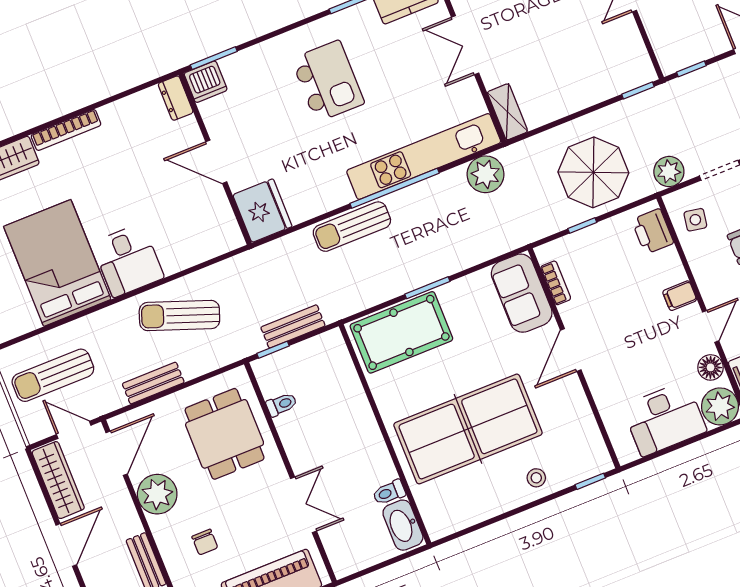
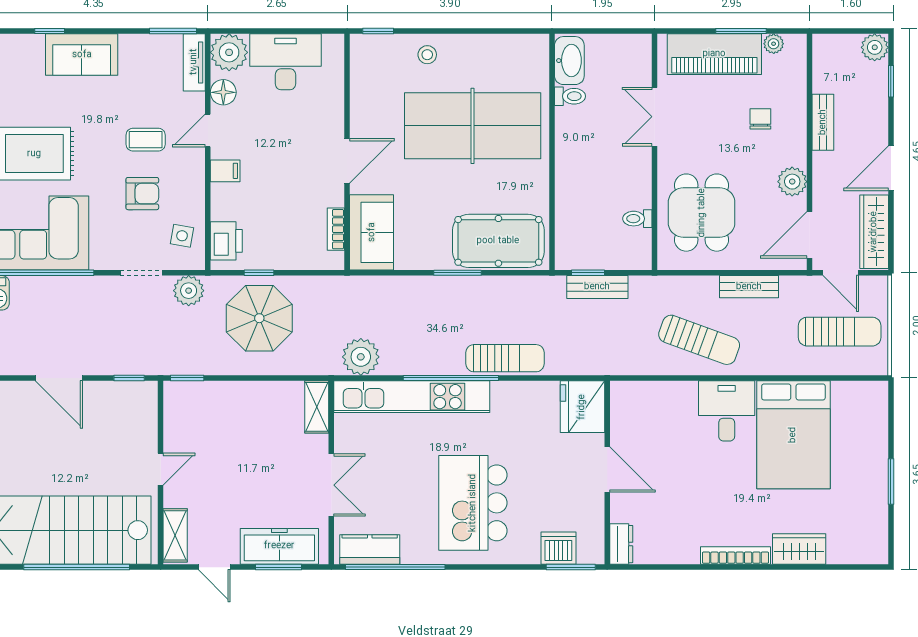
kitchen island: (328, 81) -> (473, 503), width x1.37, depth x1.28
dishwasher: (206, 82) -> (558, 548), moved
window: (582, 225) -> (259, 273), moved
window: (273, 350) -> (588, 273), moved
plant: (157, 494) -> (792, 182), width x0.73, depth x0.73

